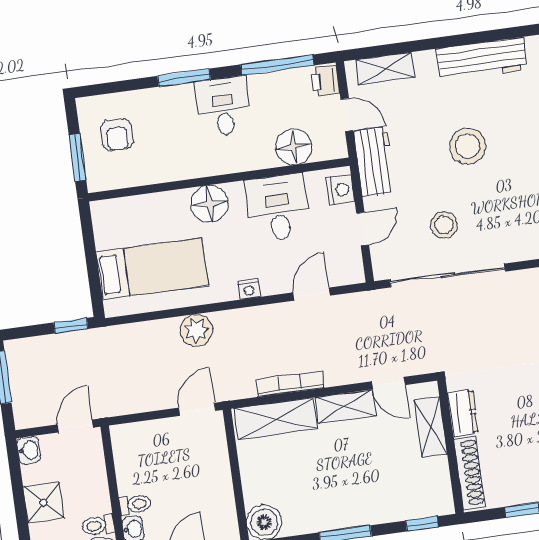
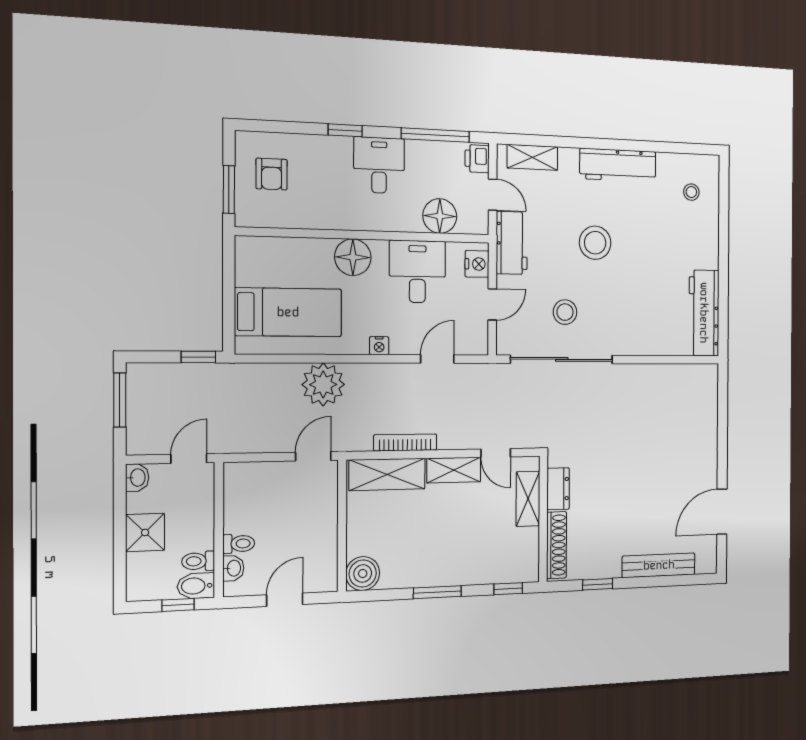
window: (184, 78) -> (345, 130), width x0.67
plant: (196, 330) -> (323, 384), width x1.36, depth x1.36

